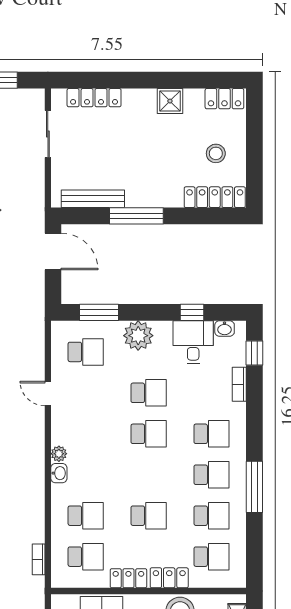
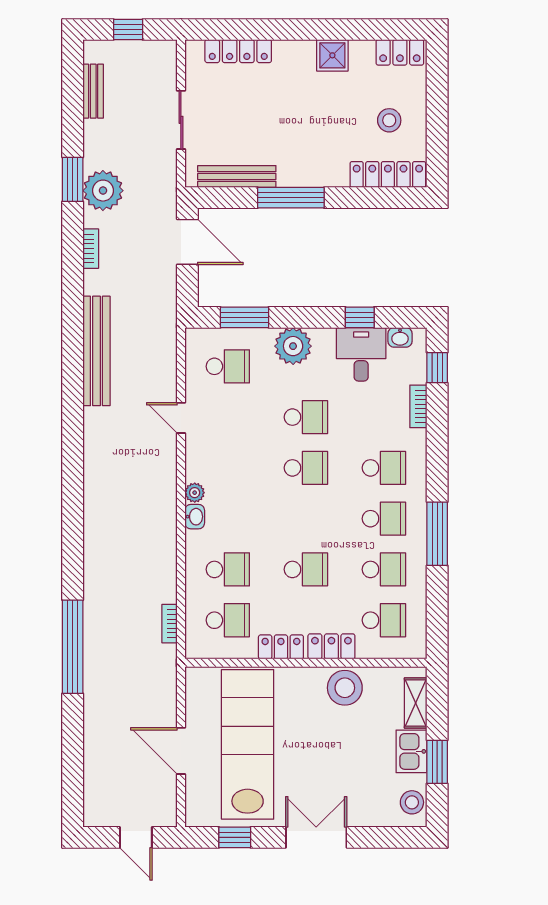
sliding door: (48, 134) -> (181, 120), moved

